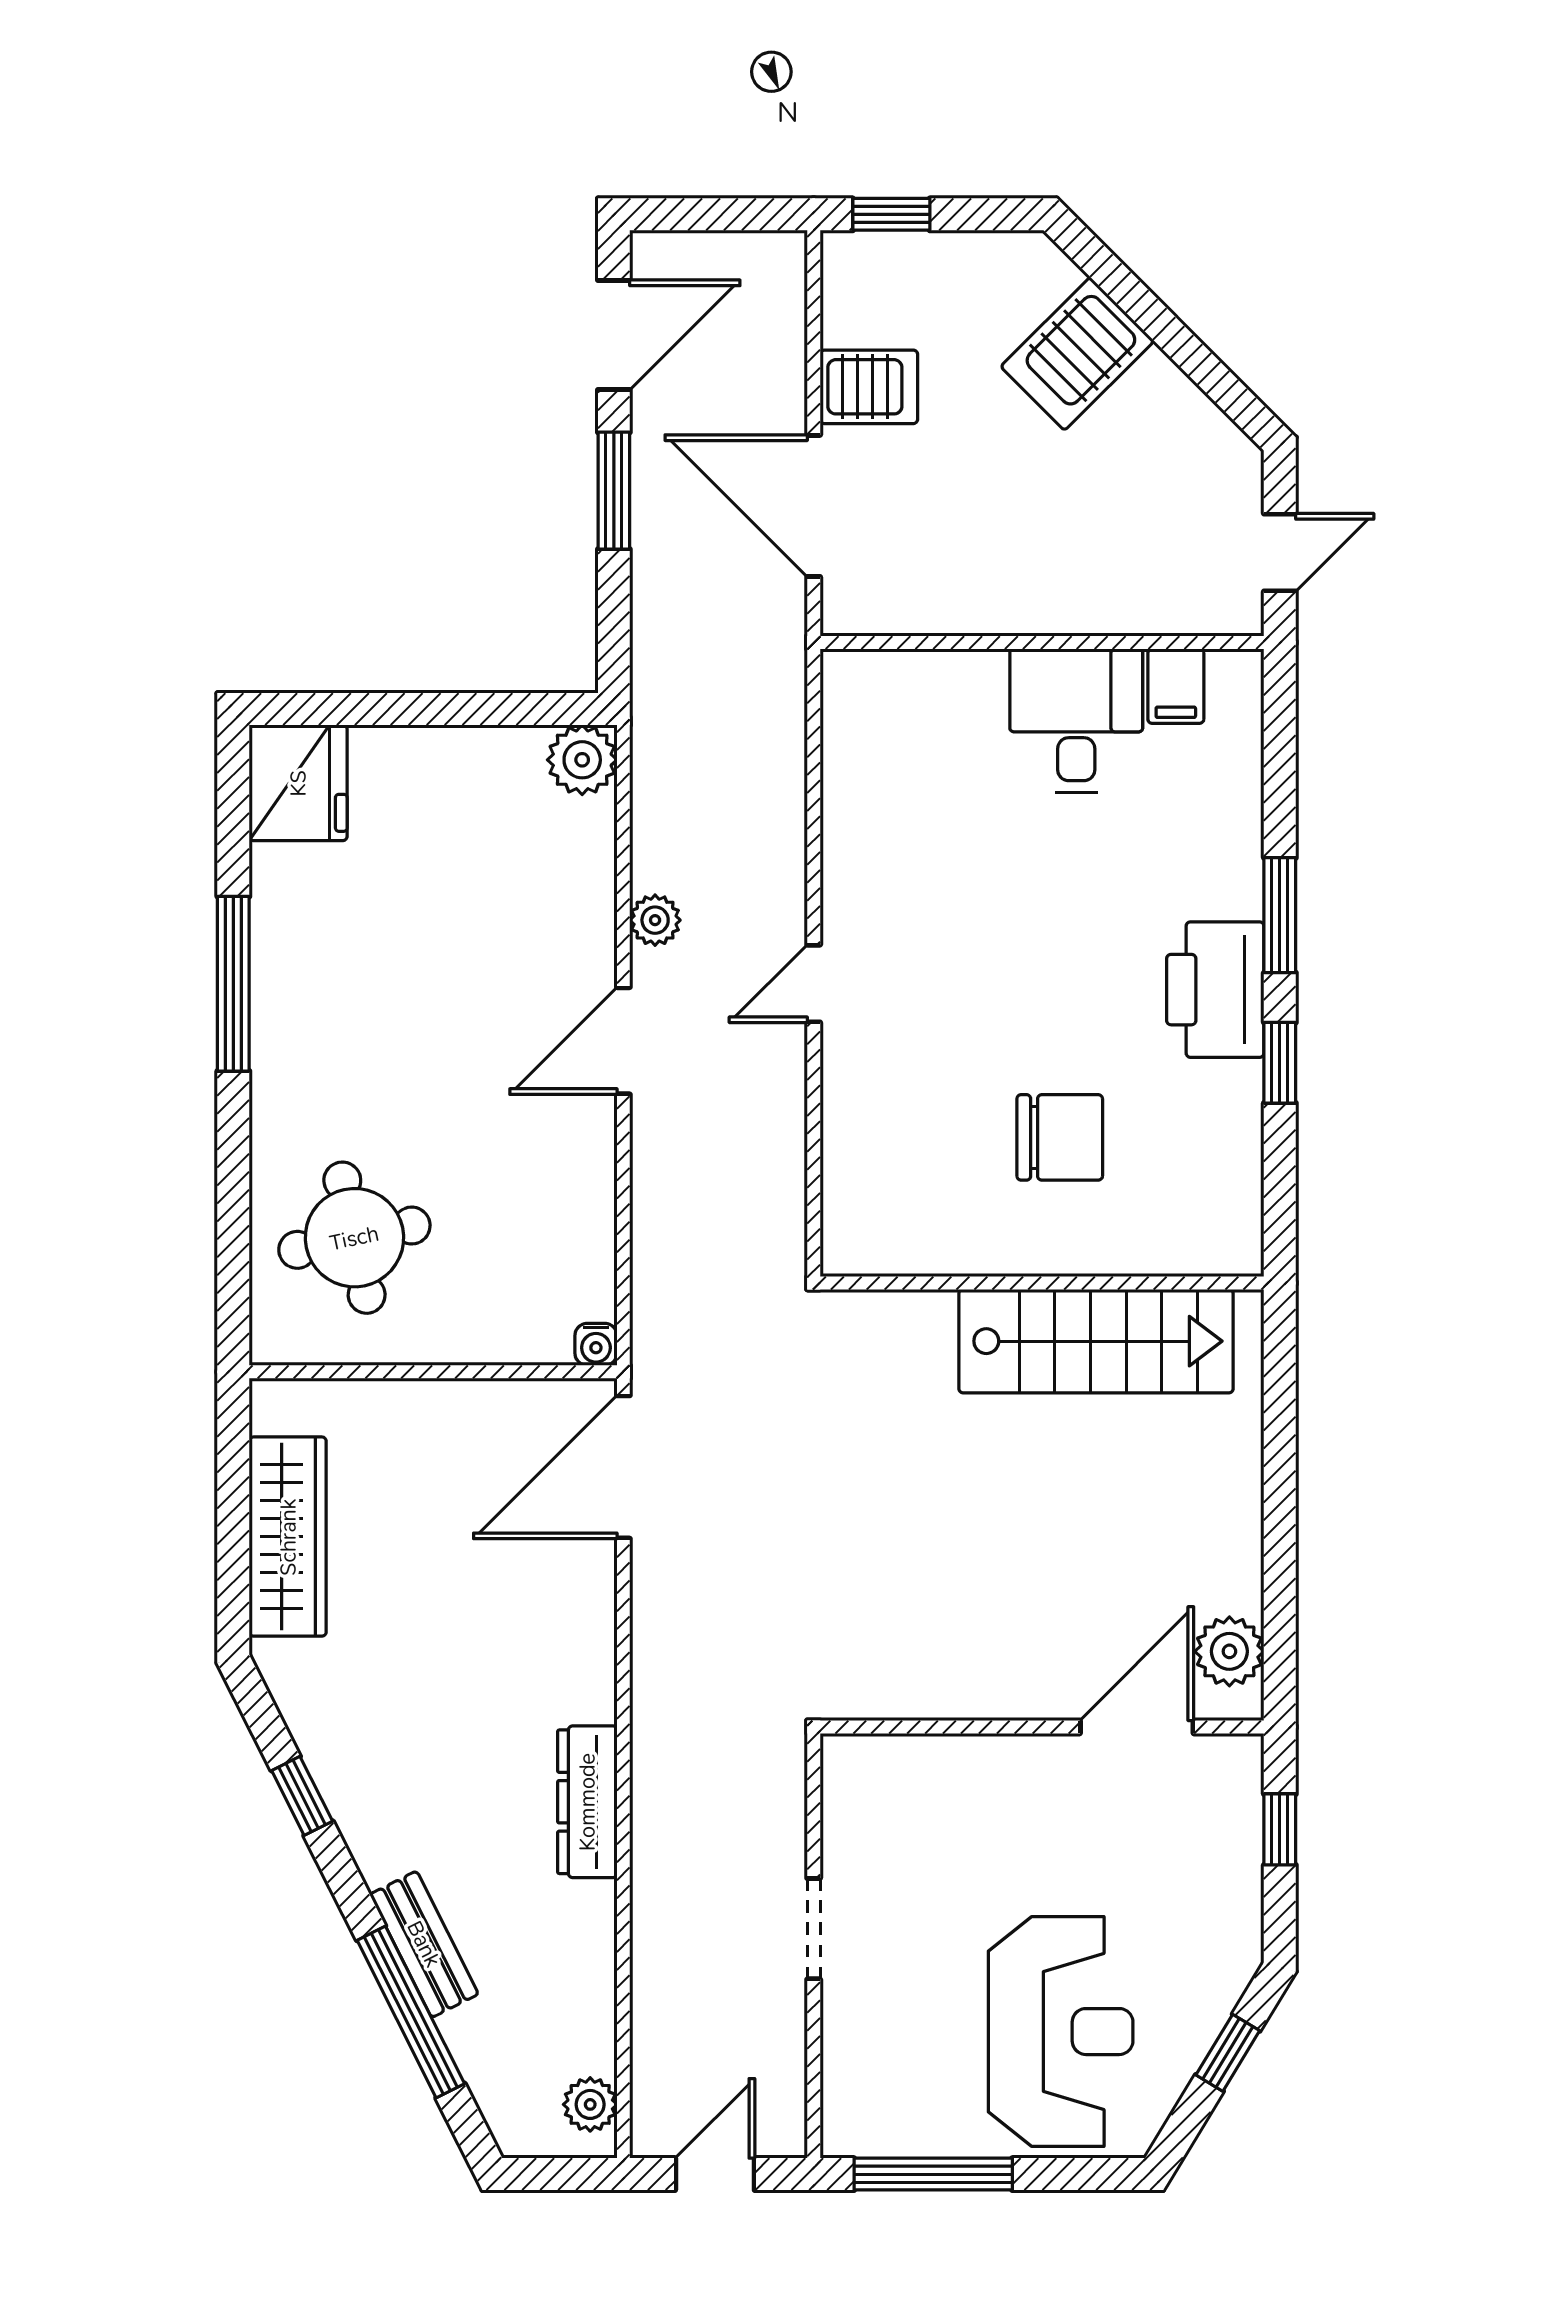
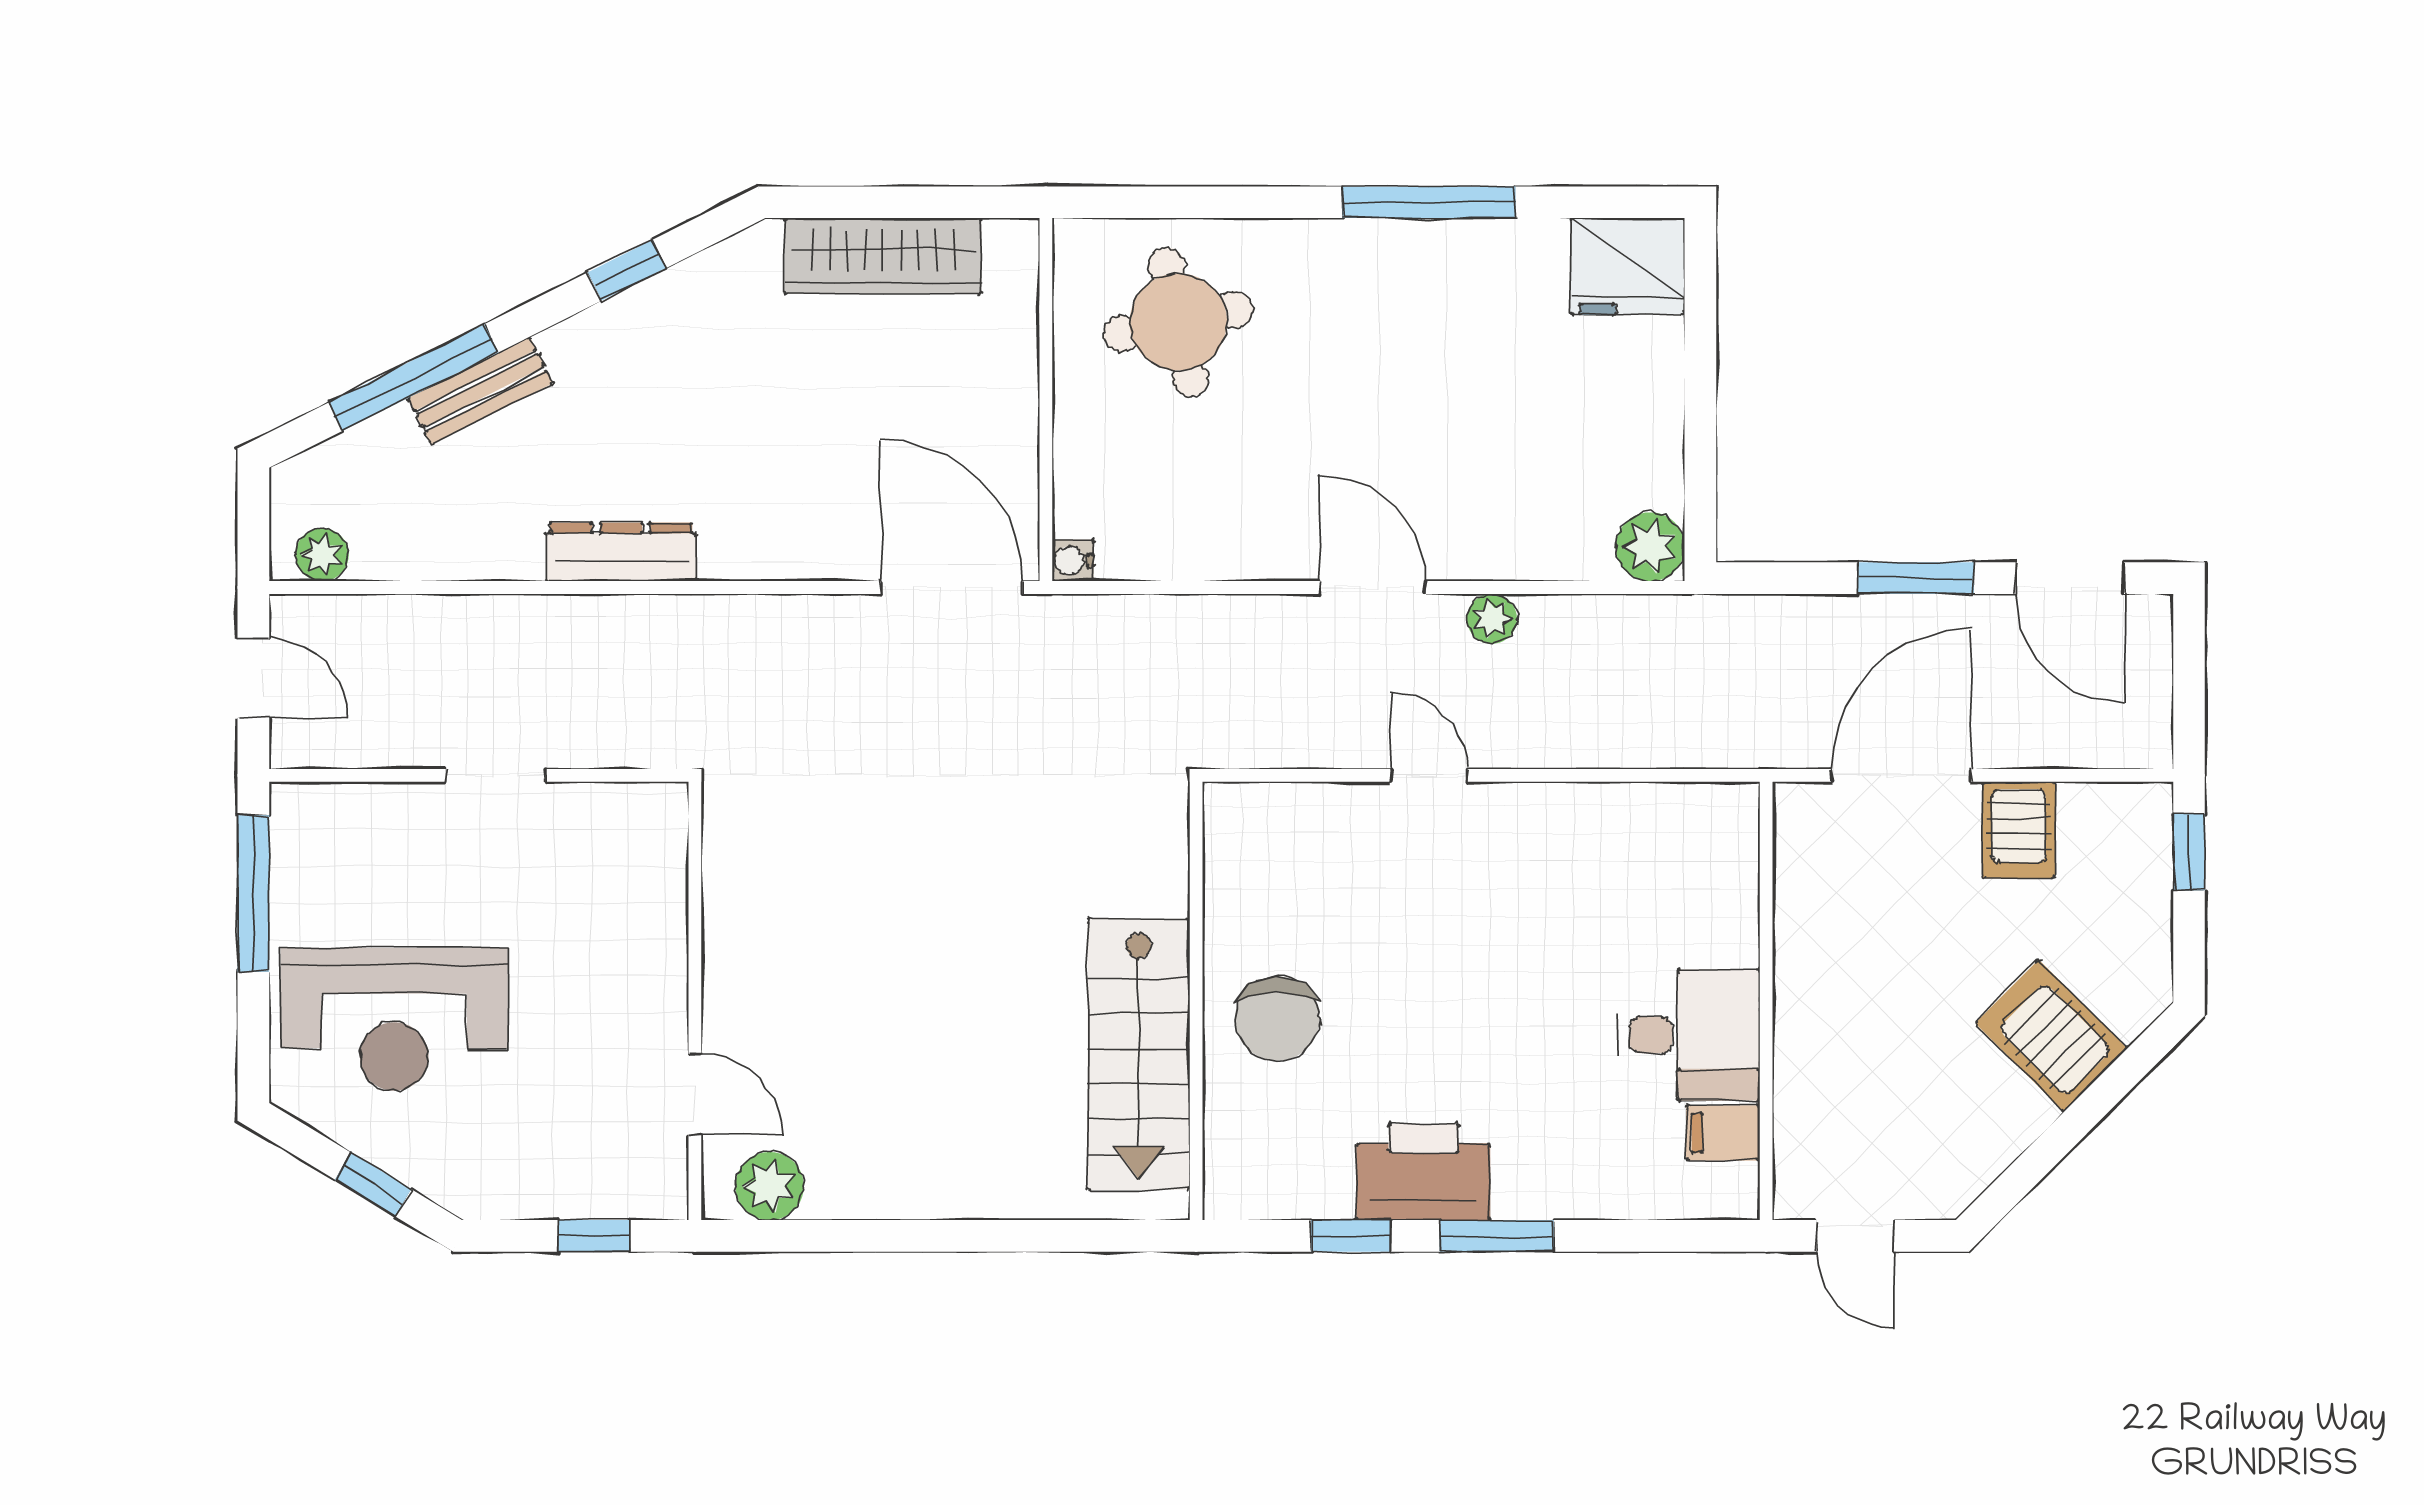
wall: (1042, 1283) -> (1196, 1001), moved
stairs: (1096, 1341) -> (1139, 1054), moved
door: (1137, 1727) -> (695, 1095), width x0.73

